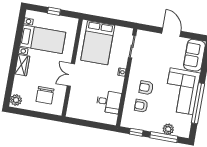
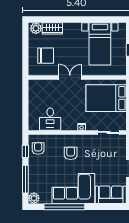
wardrobe: (22, 65) -> (52, 28), moved
chair: (45, 95) -> (46, 56), turned 180
armchair: (141, 106) -> (38, 149), moved
plant: (168, 129) -> (34, 198), moved

